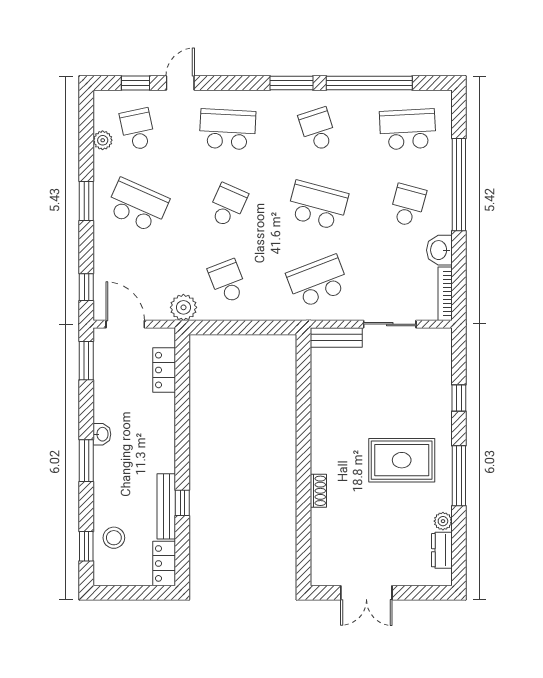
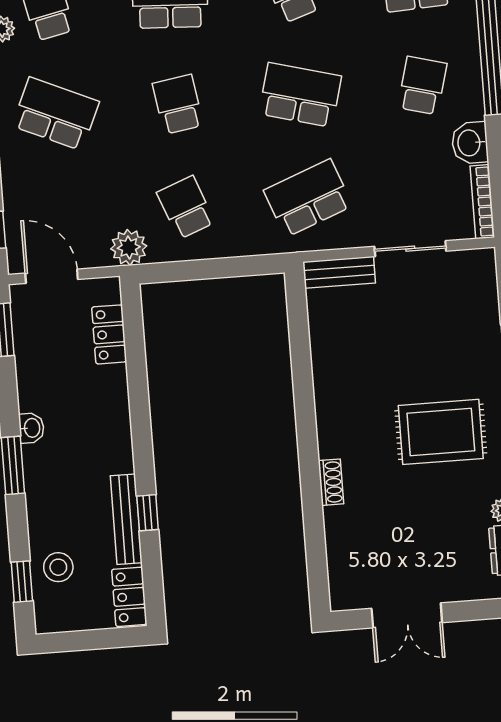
school desk: (228, 205) -> (178, 104), turned -33

